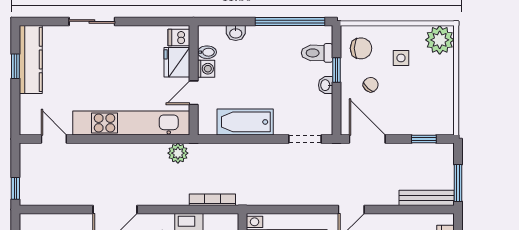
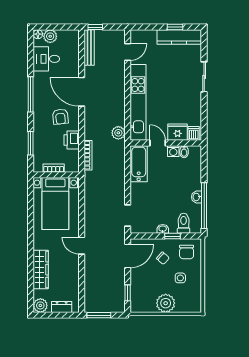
washbasin: (236, 33) -> (197, 197), moved
plant: (440, 40) -> (166, 303), moved
bathtub: (245, 122) -> (139, 164), moved
bench: (427, 198) -> (89, 47), moved

